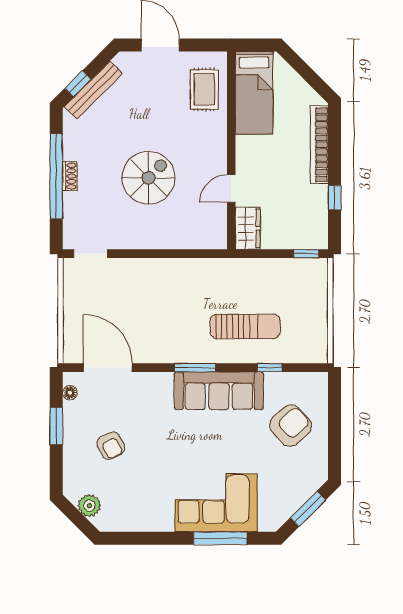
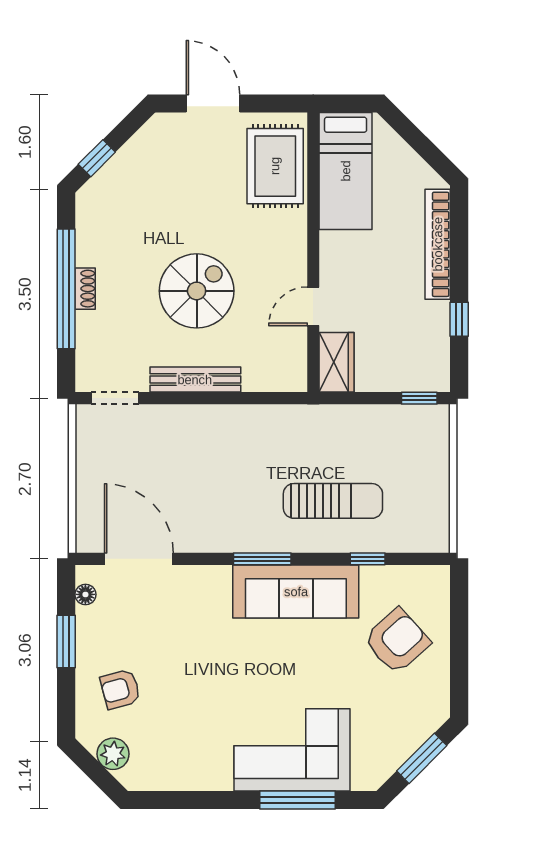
rug: (204, 89) -> (275, 166), width x1.36, depth x1.43
bench: (93, 90) -> (195, 380), moved, turned 45
armchair: (111, 446) -> (120, 689), moved, turned 102

